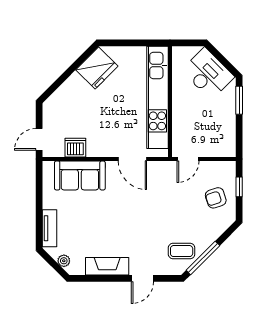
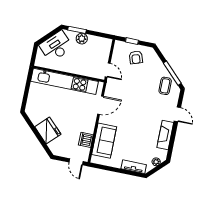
fridge: (97, 68) -> (48, 131), moved
plant: (228, 110) -> (82, 39), added

